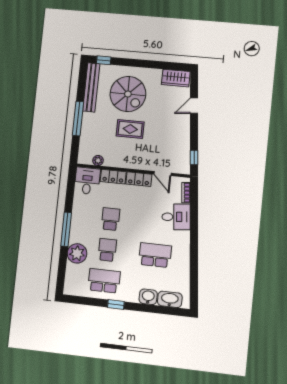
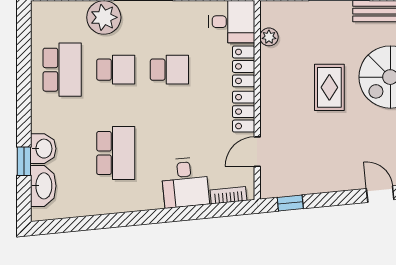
window: (116, 304) -> (24, 161), moved

